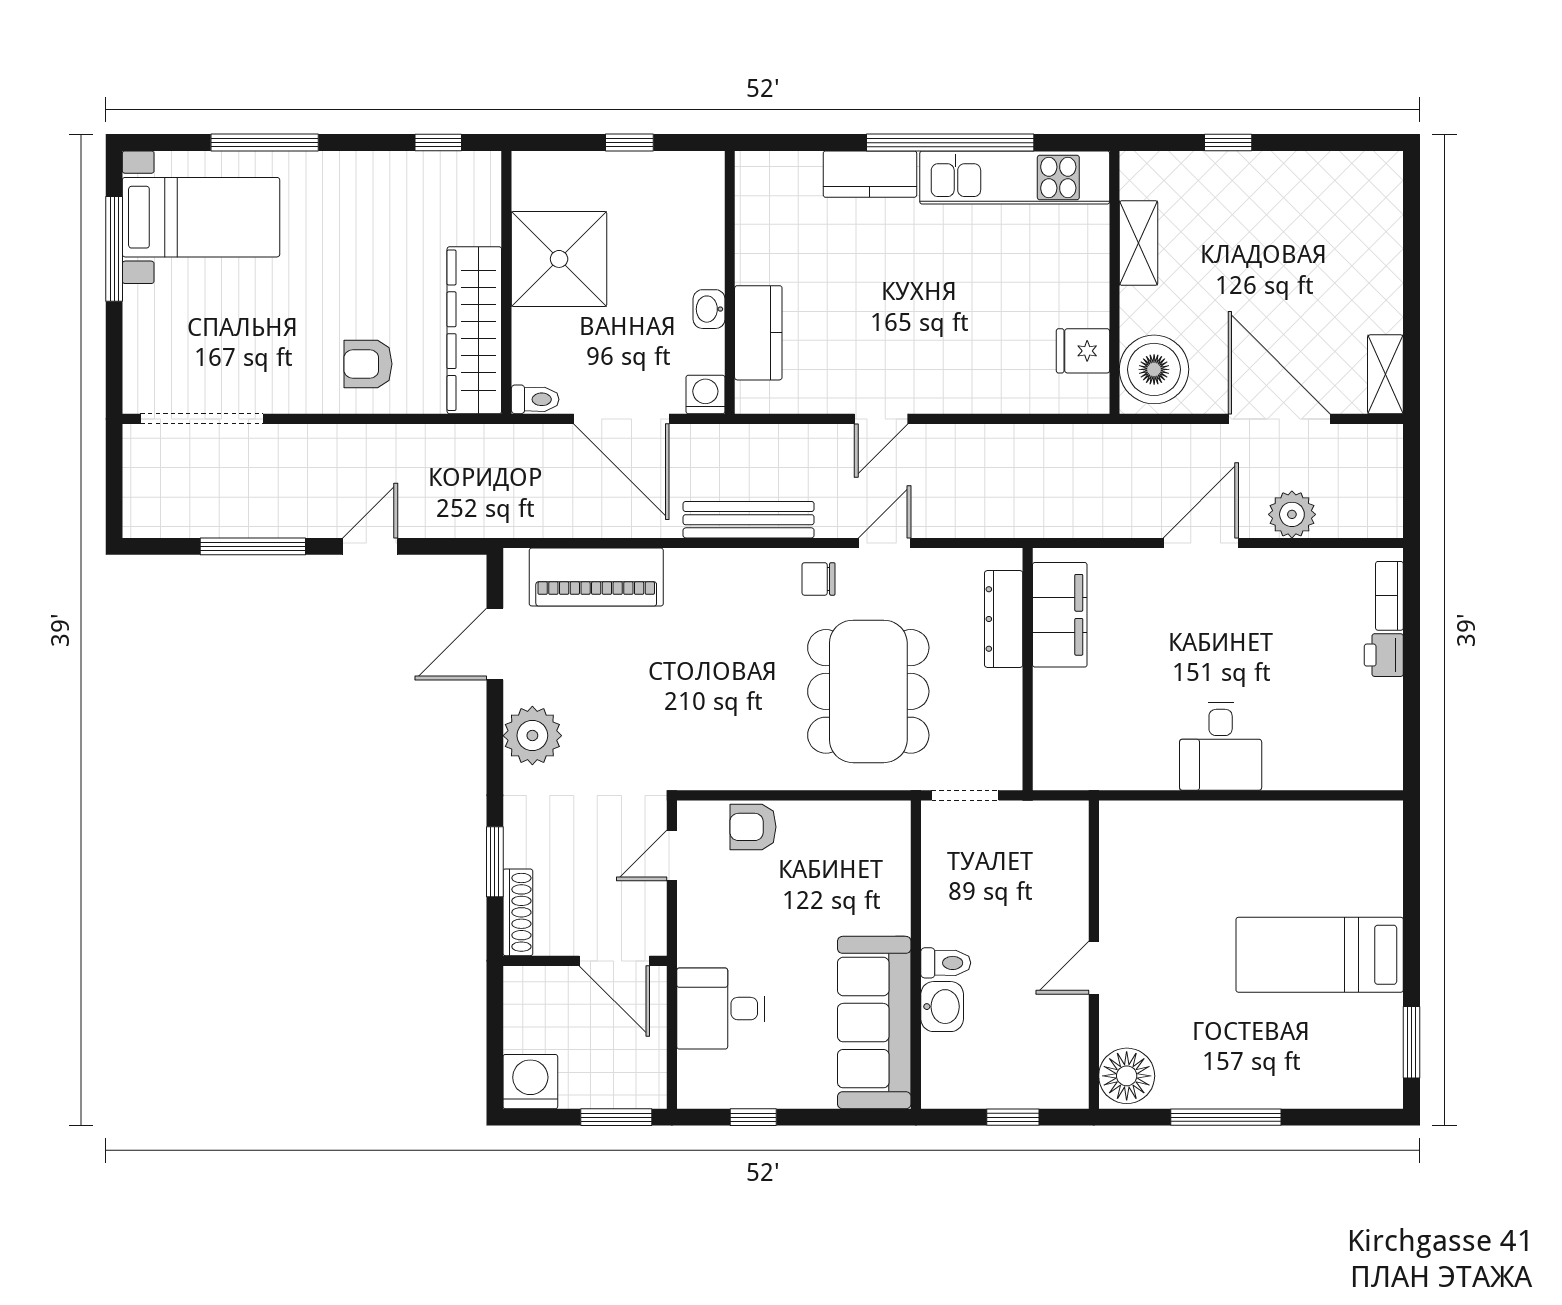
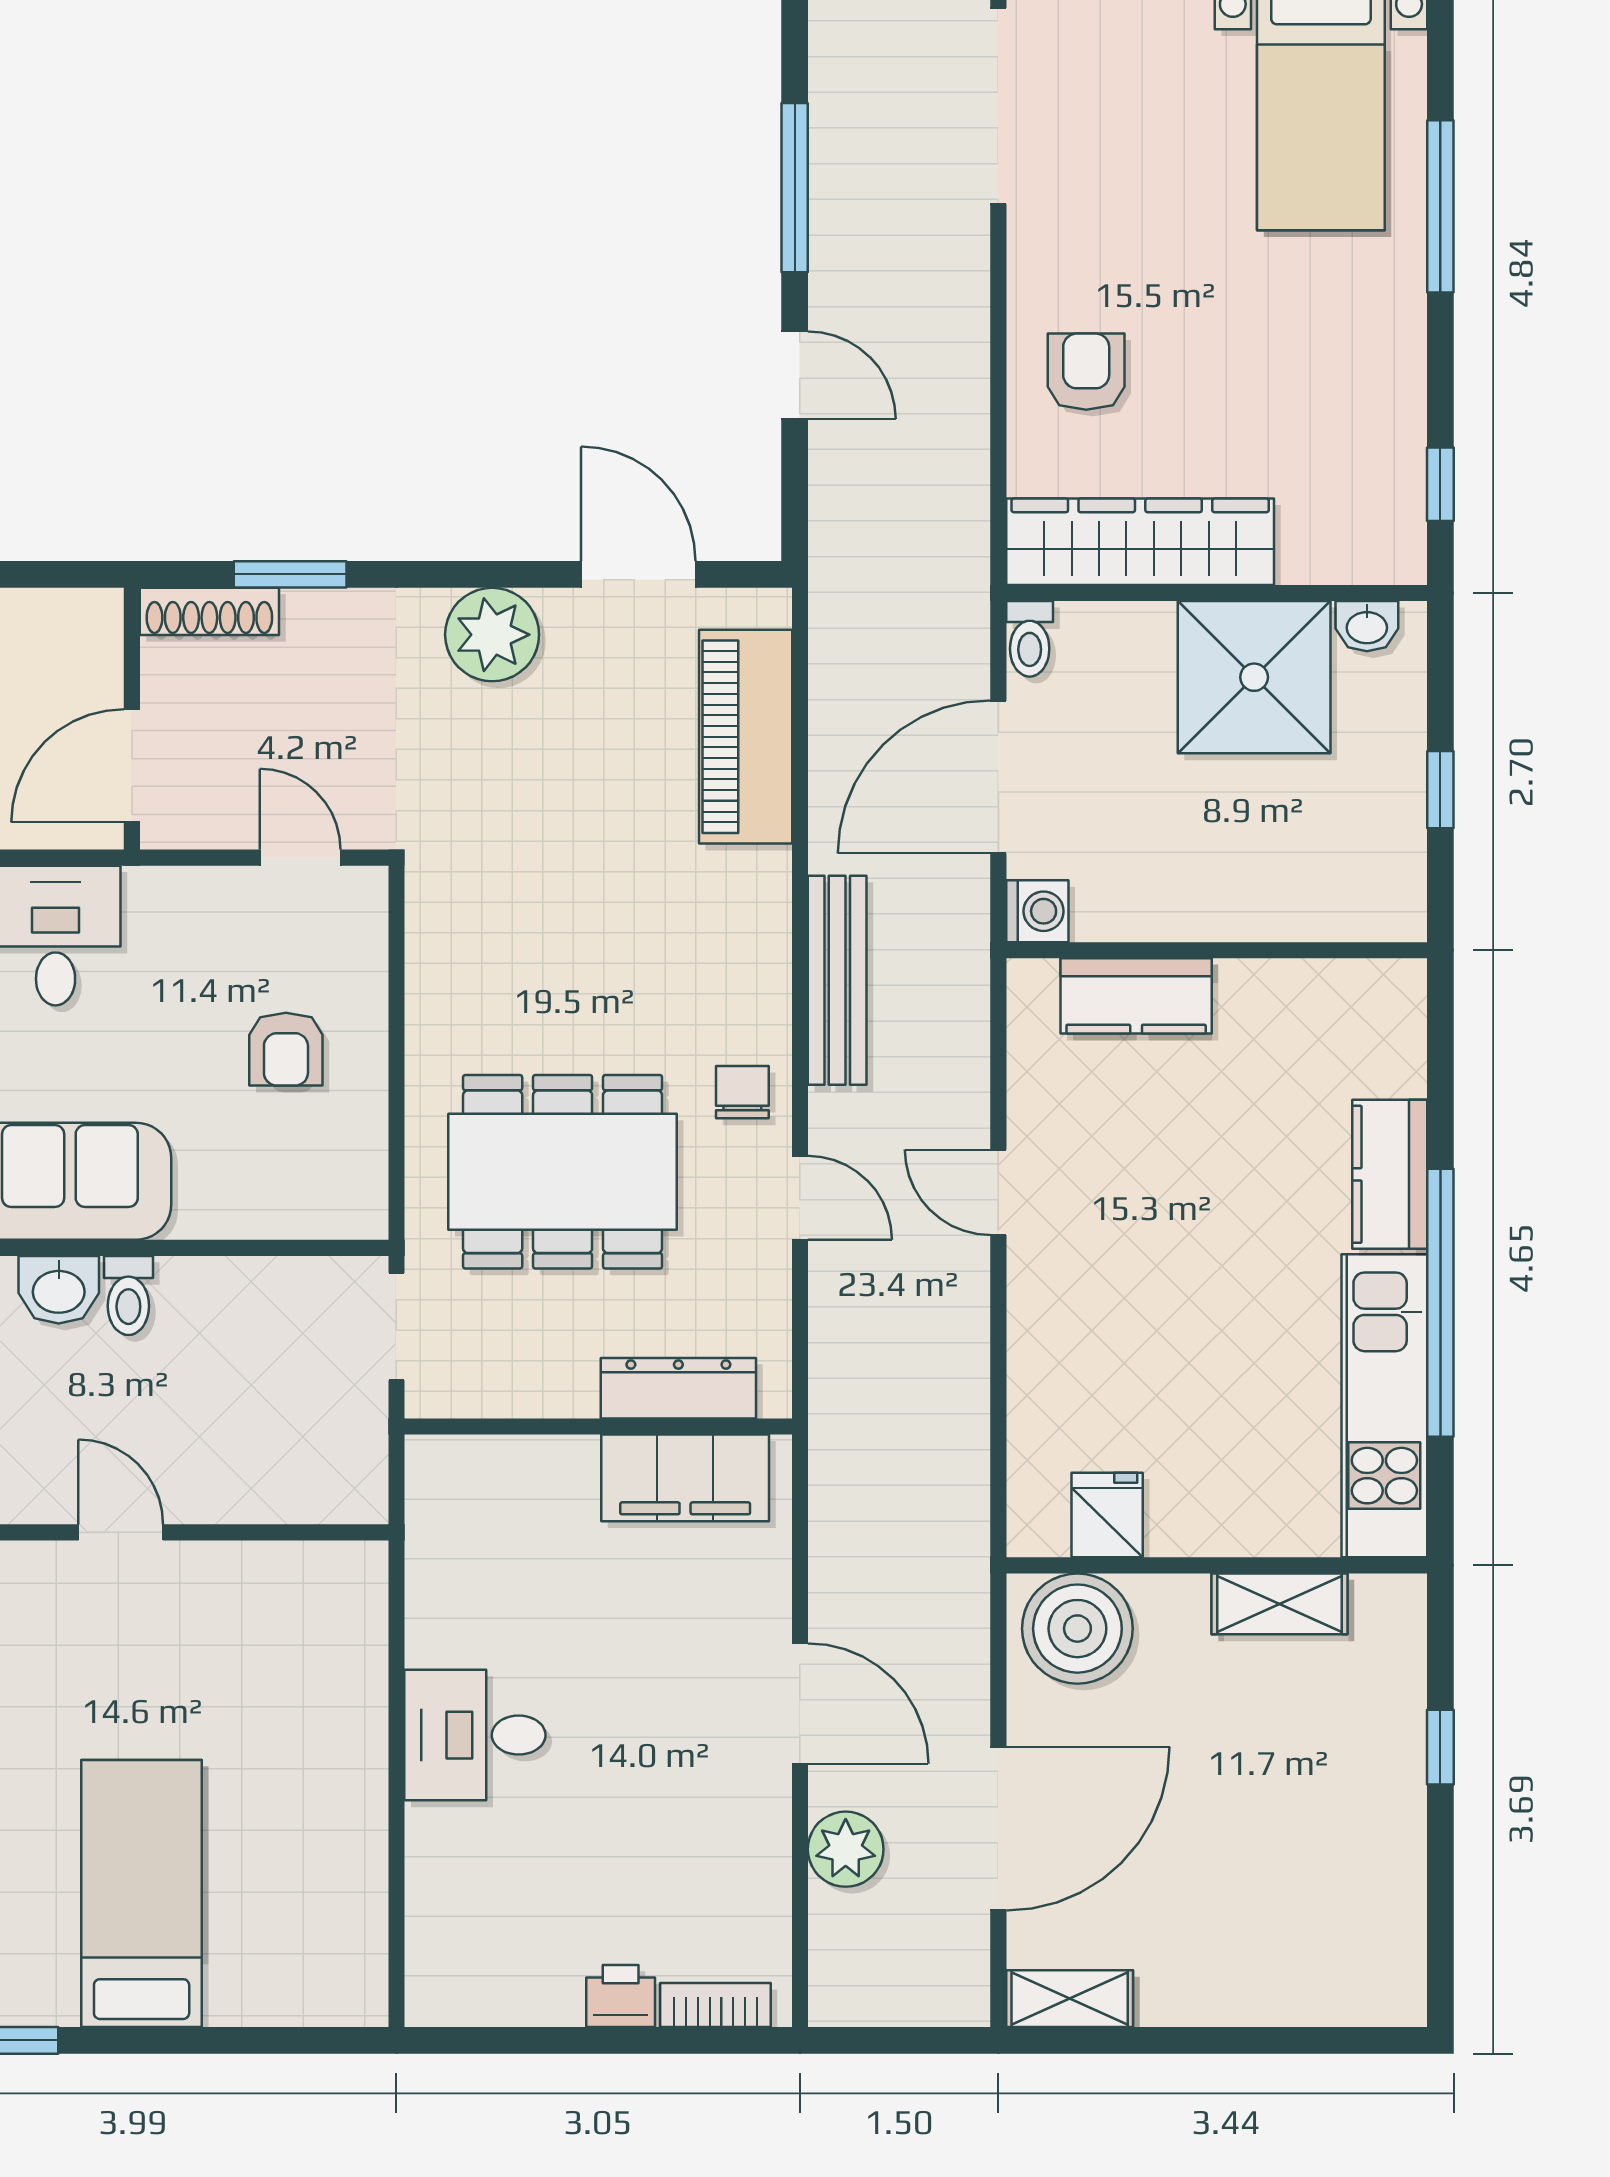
washbasin: (709, 309) -> (1367, 626), moved, turned 180
armchair: (753, 827) -> (286, 1049), moved, turned 180

